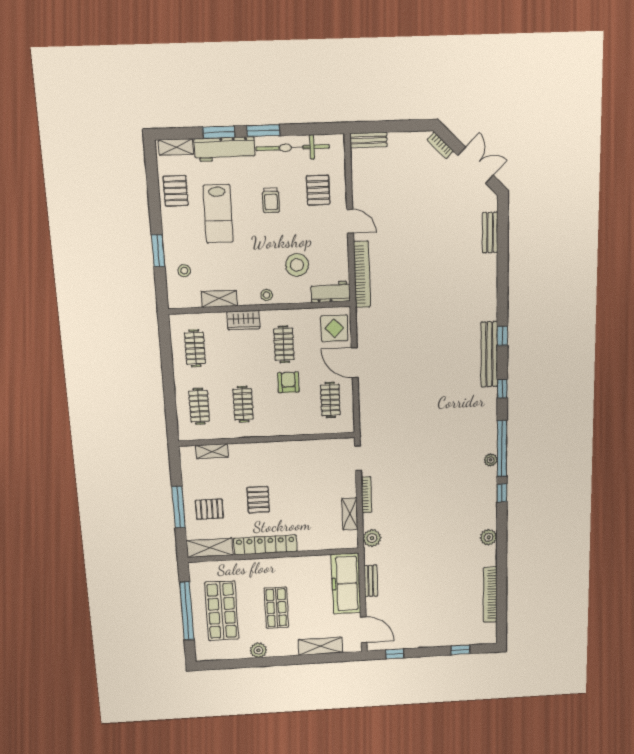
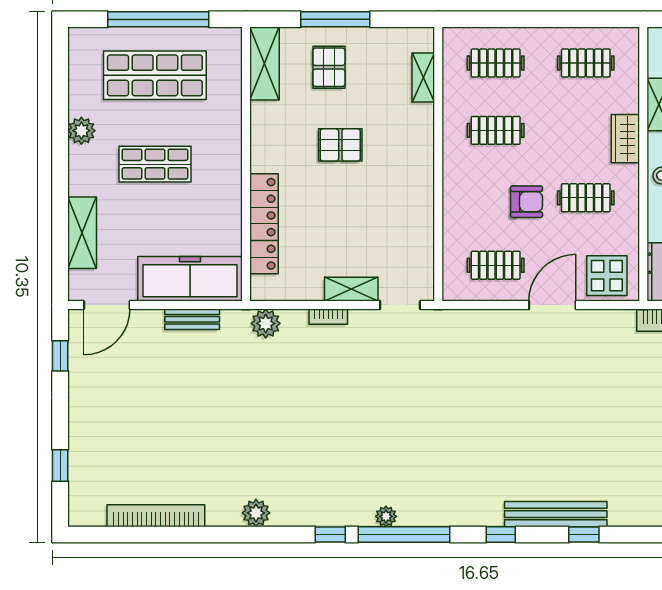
bookcase: (366, 495) -> (328, 317), width x0.64
shelving: (350, 514) -> (351, 289), moved
locker: (265, 545) -> (264, 224), moved

